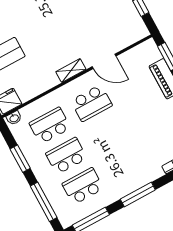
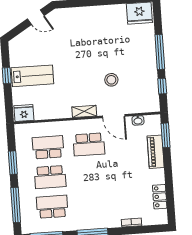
stool: (84, 24) -> (111, 80), added
washbasin: (14, 118) -> (138, 120), moved
school desk: (66, 156) -> (50, 177), turned 180

